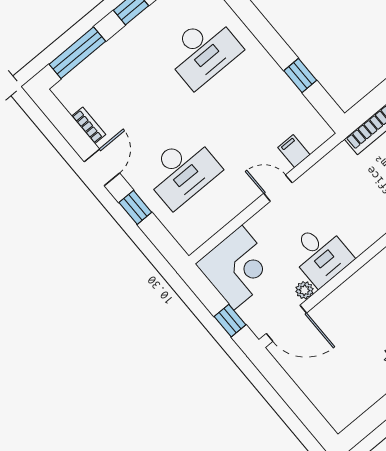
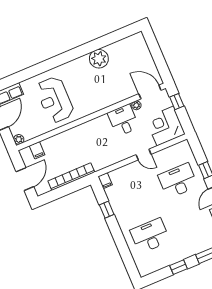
filing cabinet: (294, 151) -> (105, 181), moved
door: (278, 188) -> (144, 154), moved

